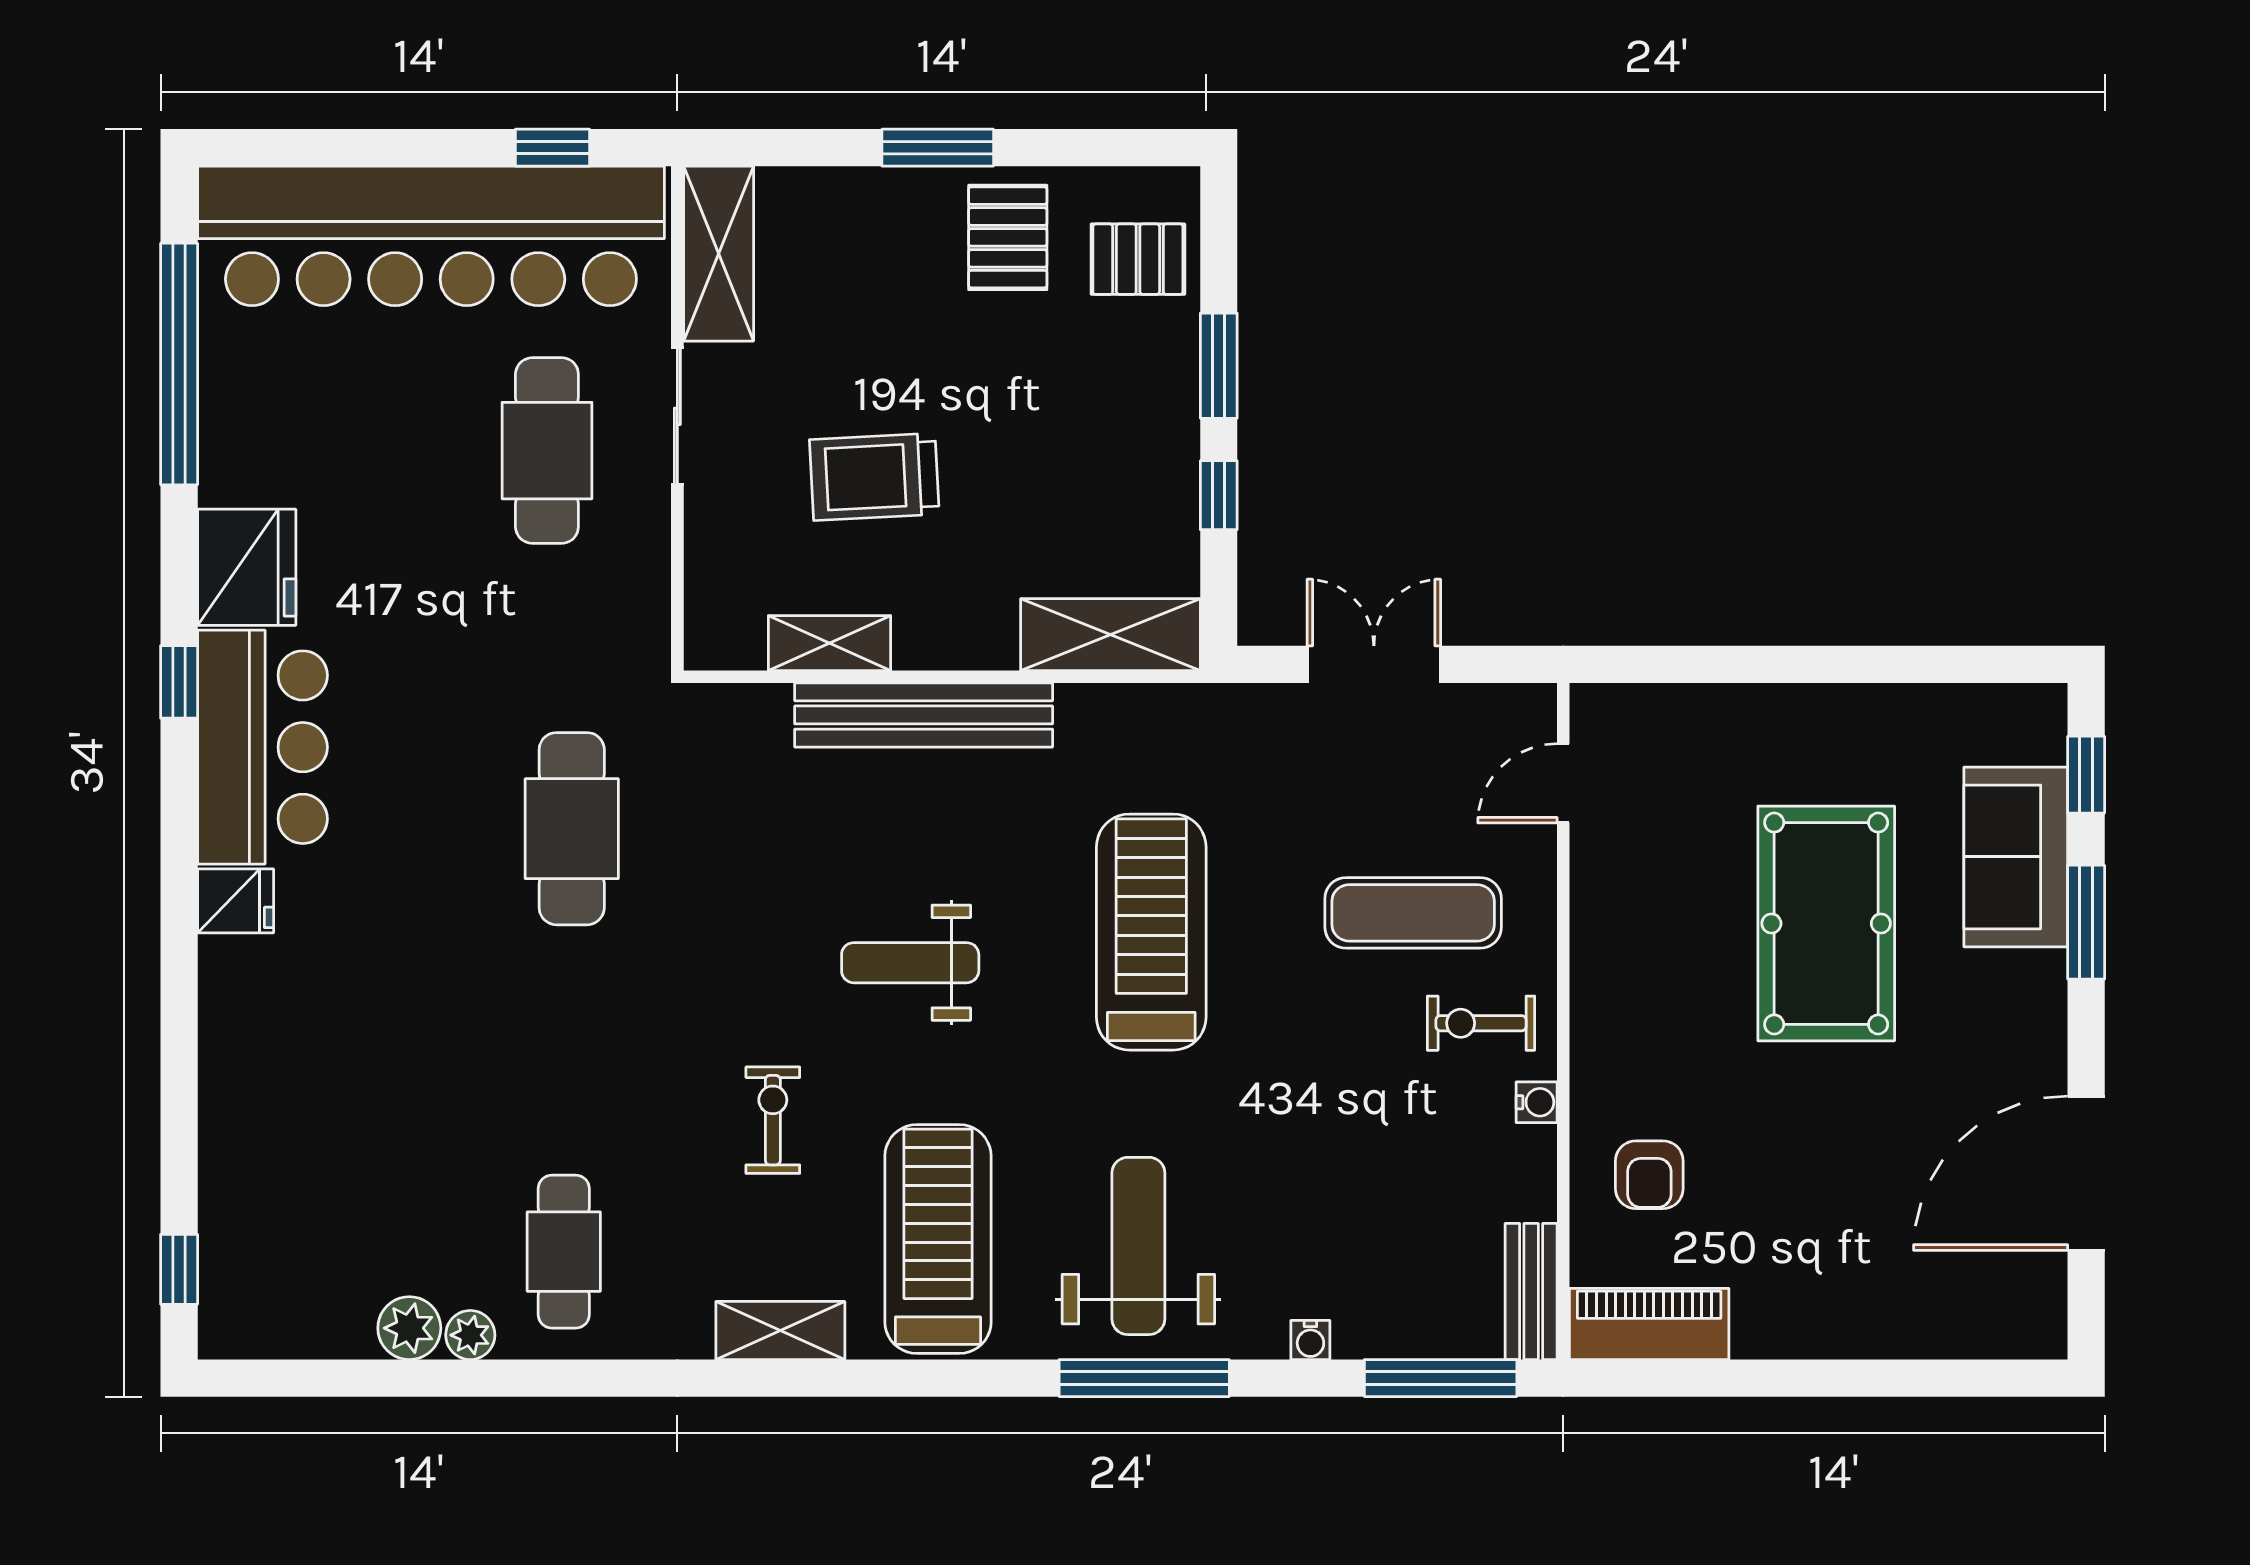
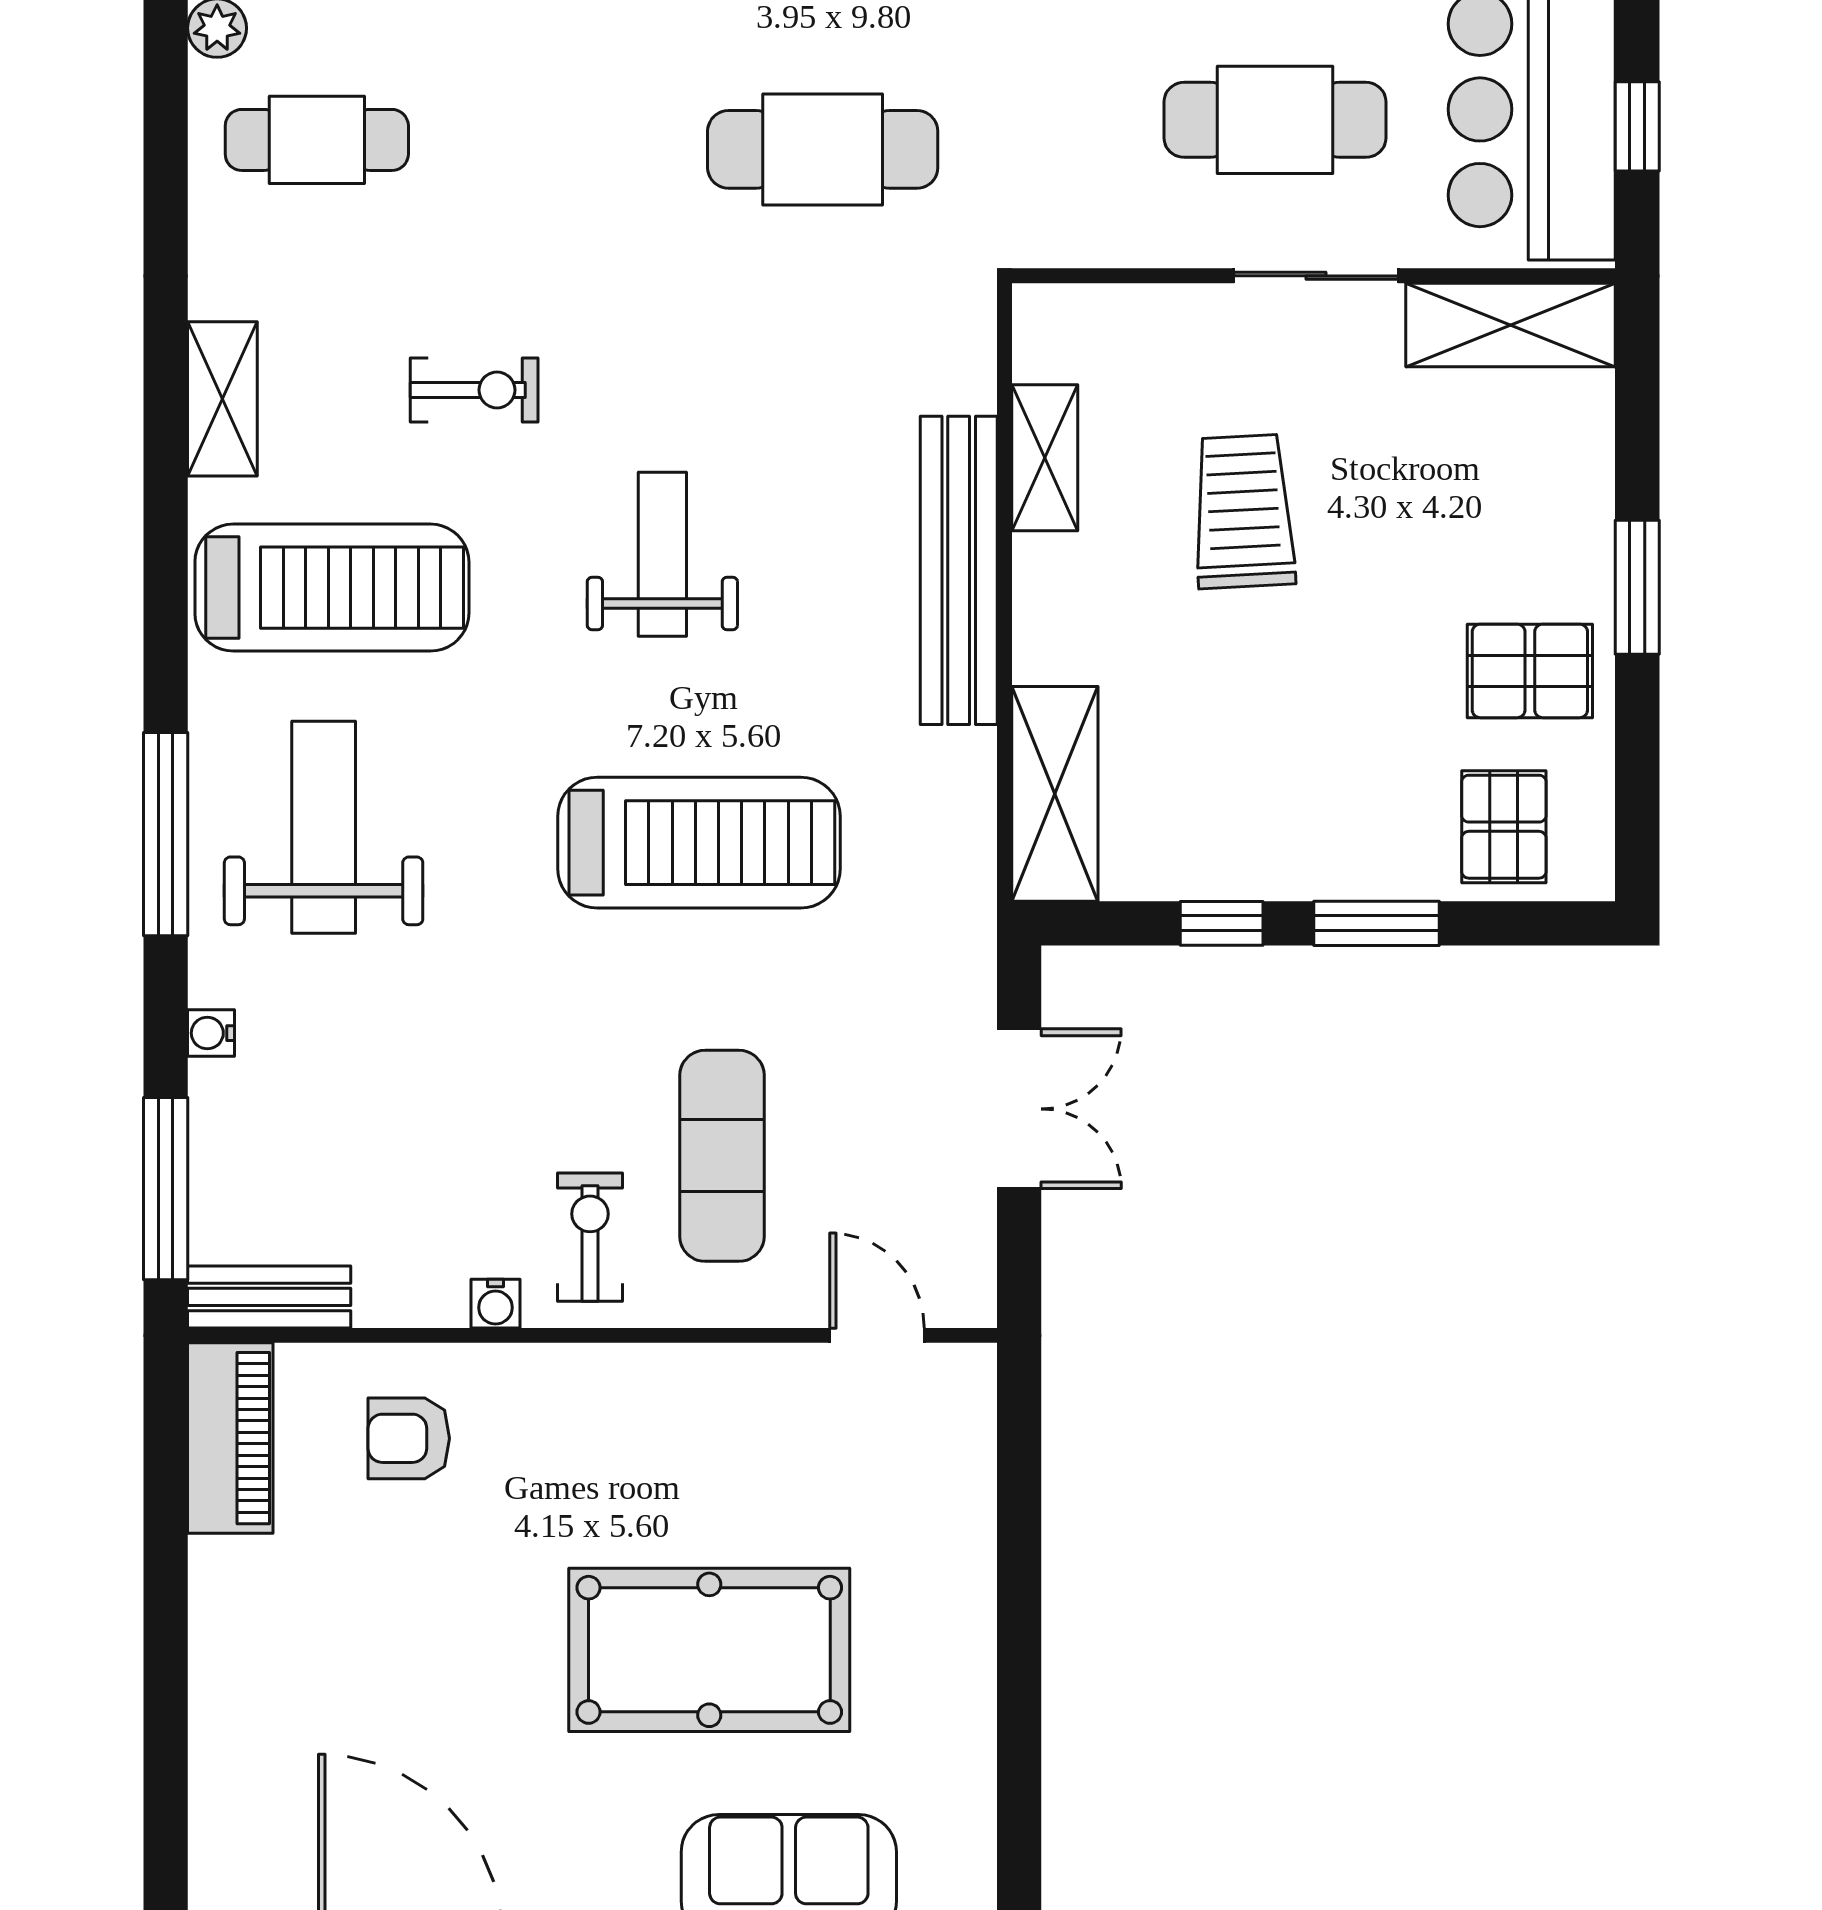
weight bench: (1138, 1246) -> (324, 827), turned -90

